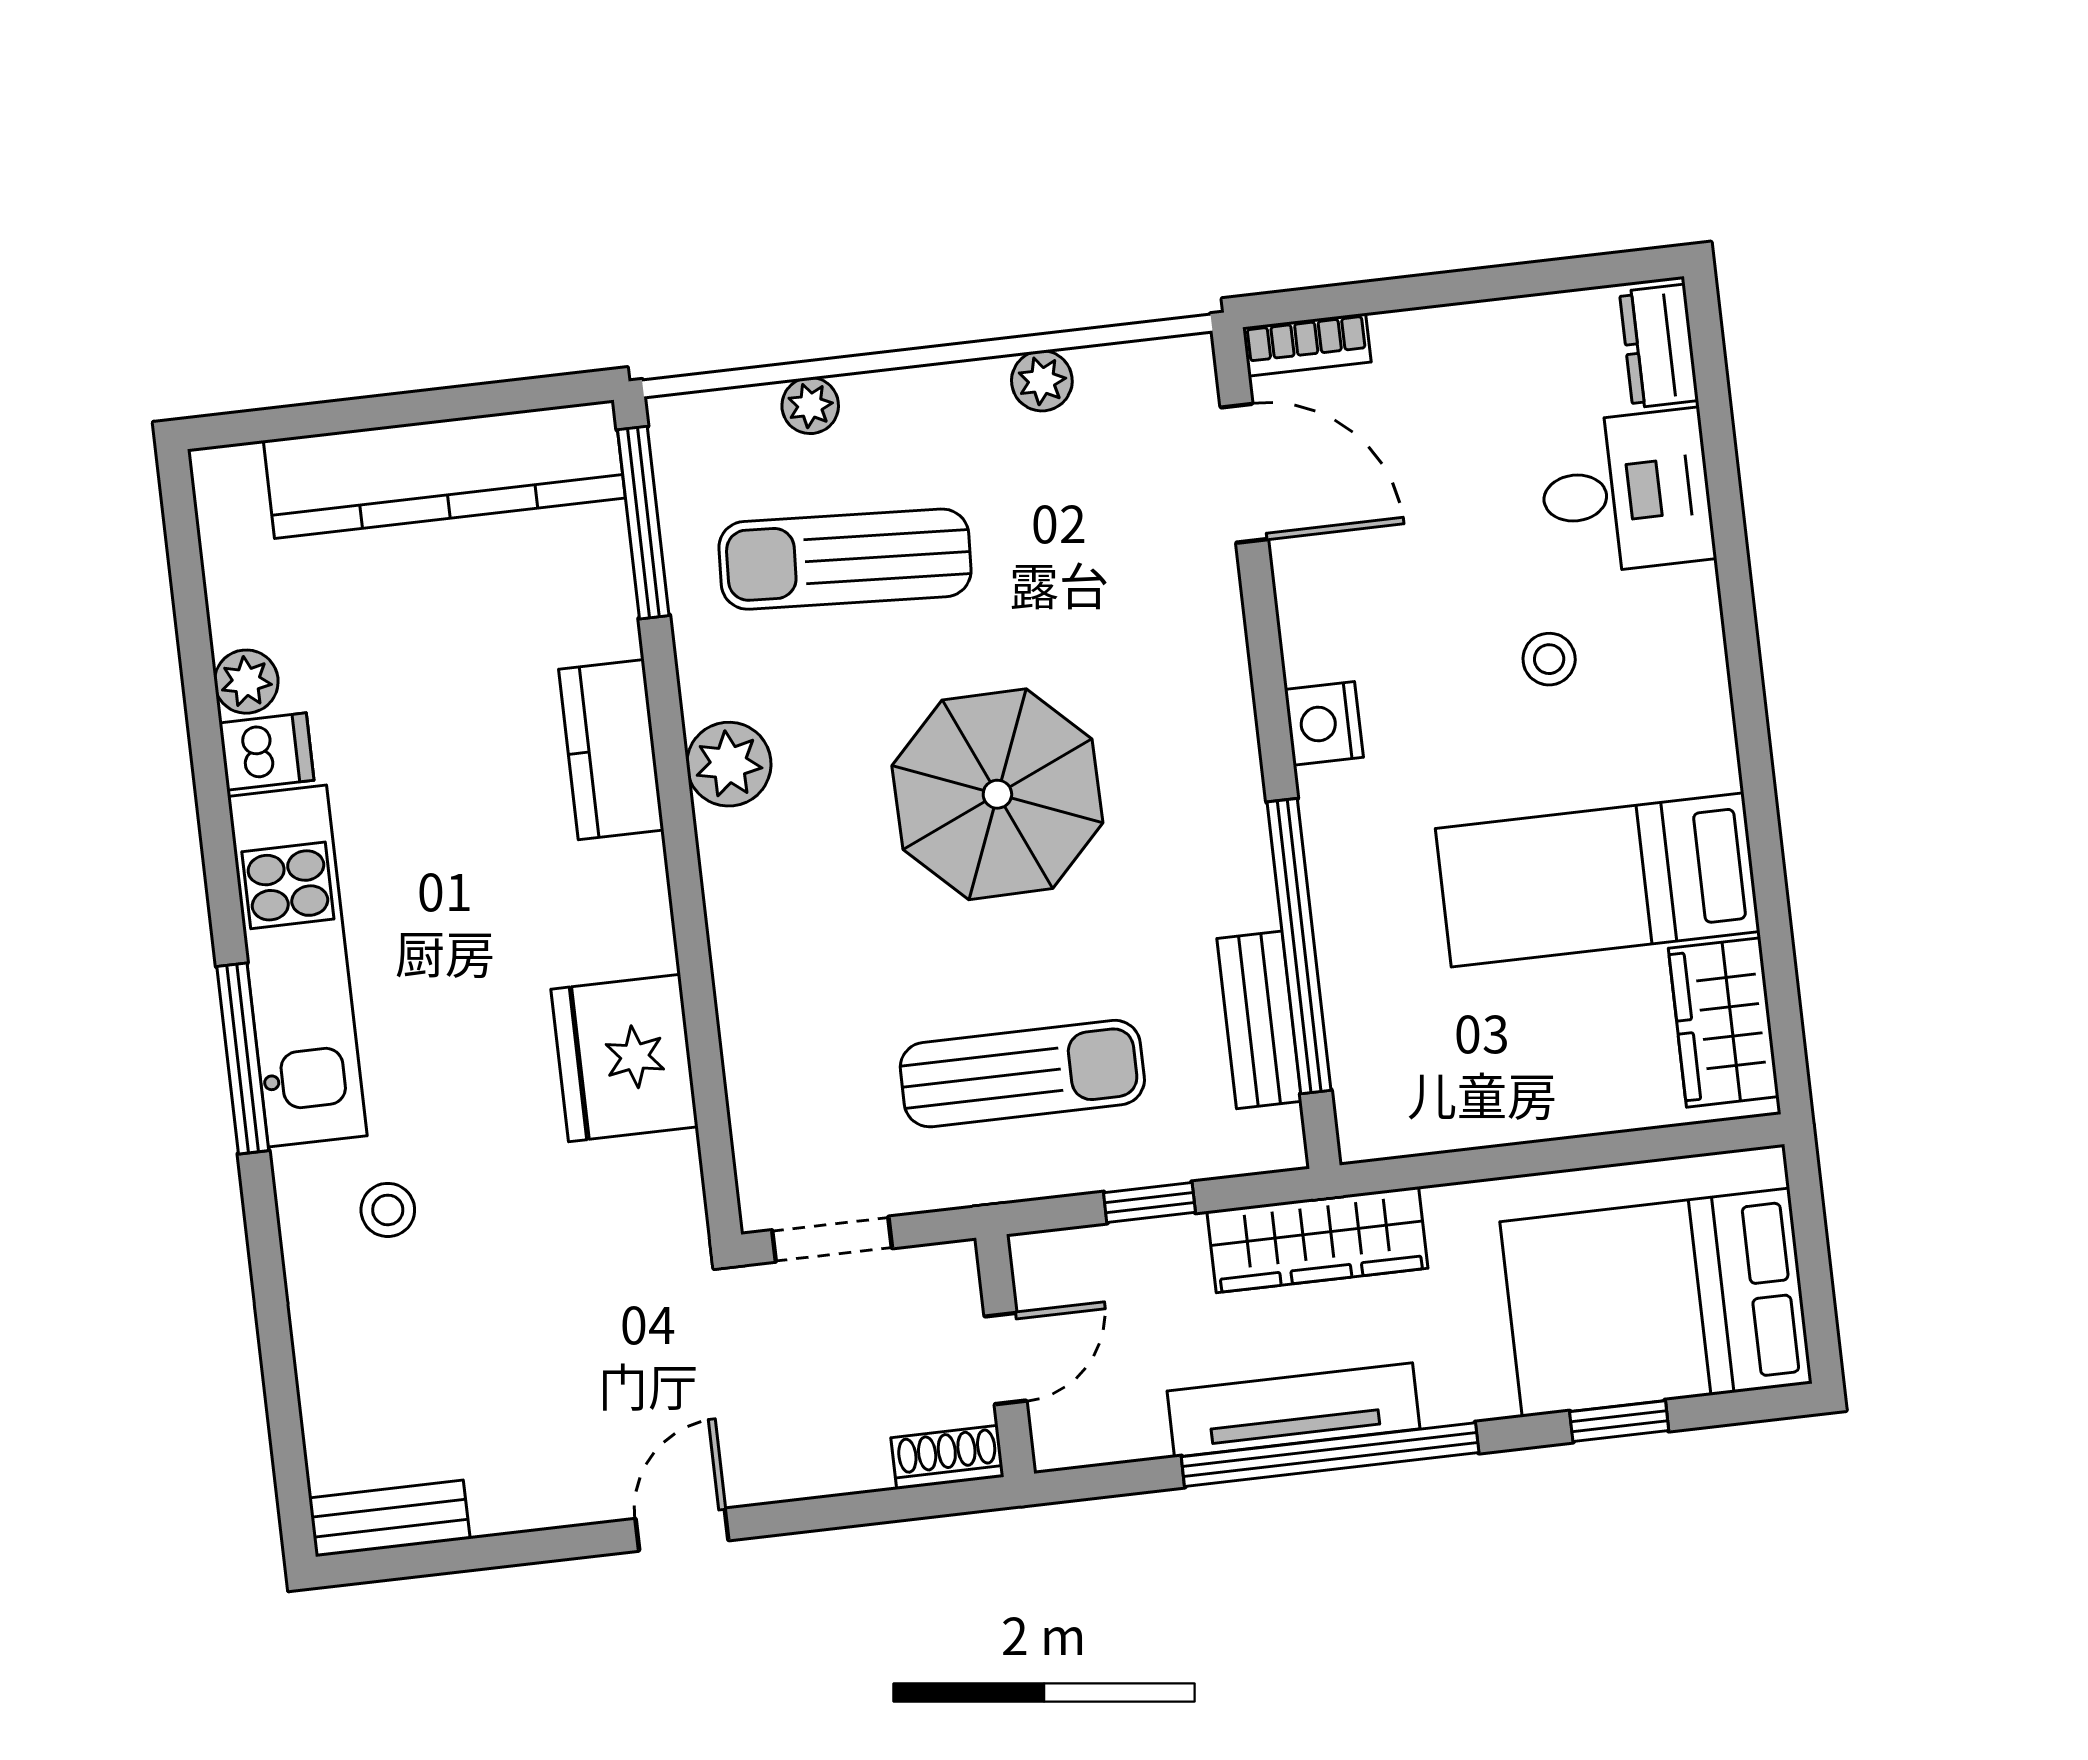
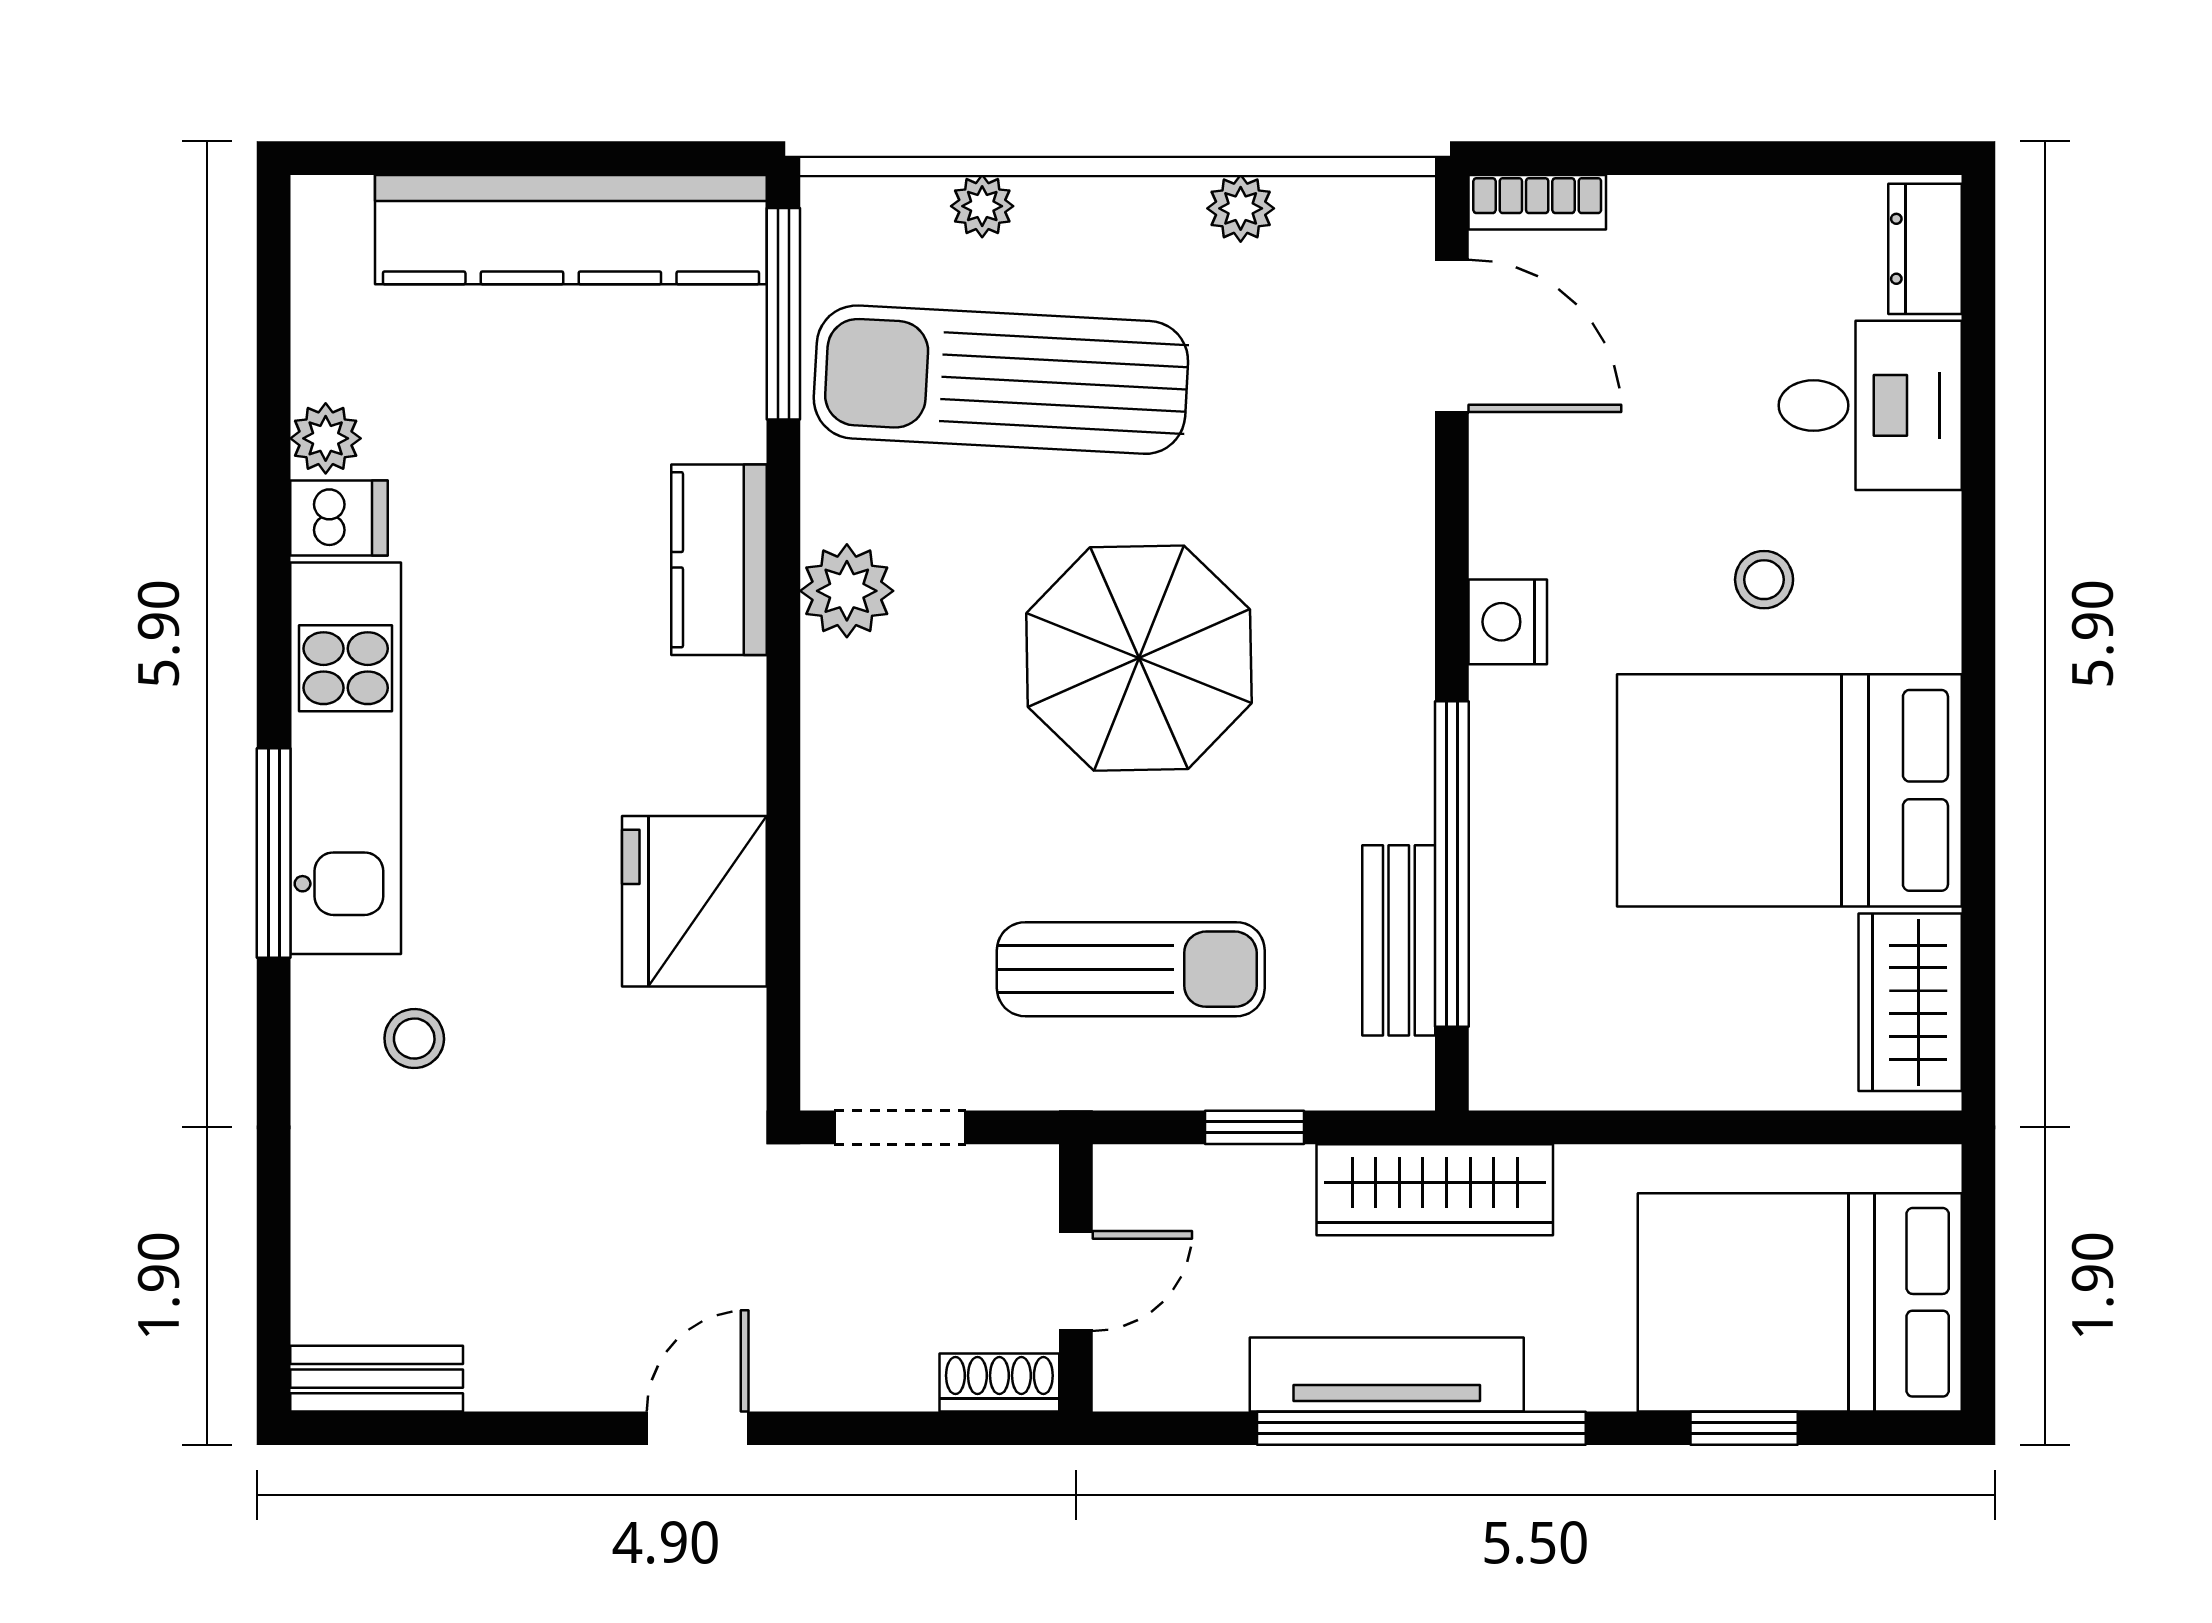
sun lounger: (845, 559) -> (1001, 380), width x1.36, depth x1.34
bed: (1598, 880) -> (1789, 790), width x1.50

